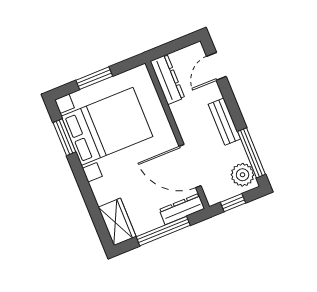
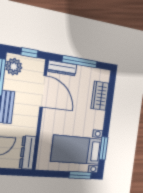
window: (94, 78) -> (80, 175), moved
bed with nightstands: (107, 126) -> (77, 150), width x0.73
wardrobe: (117, 222) -> (100, 96), moved

